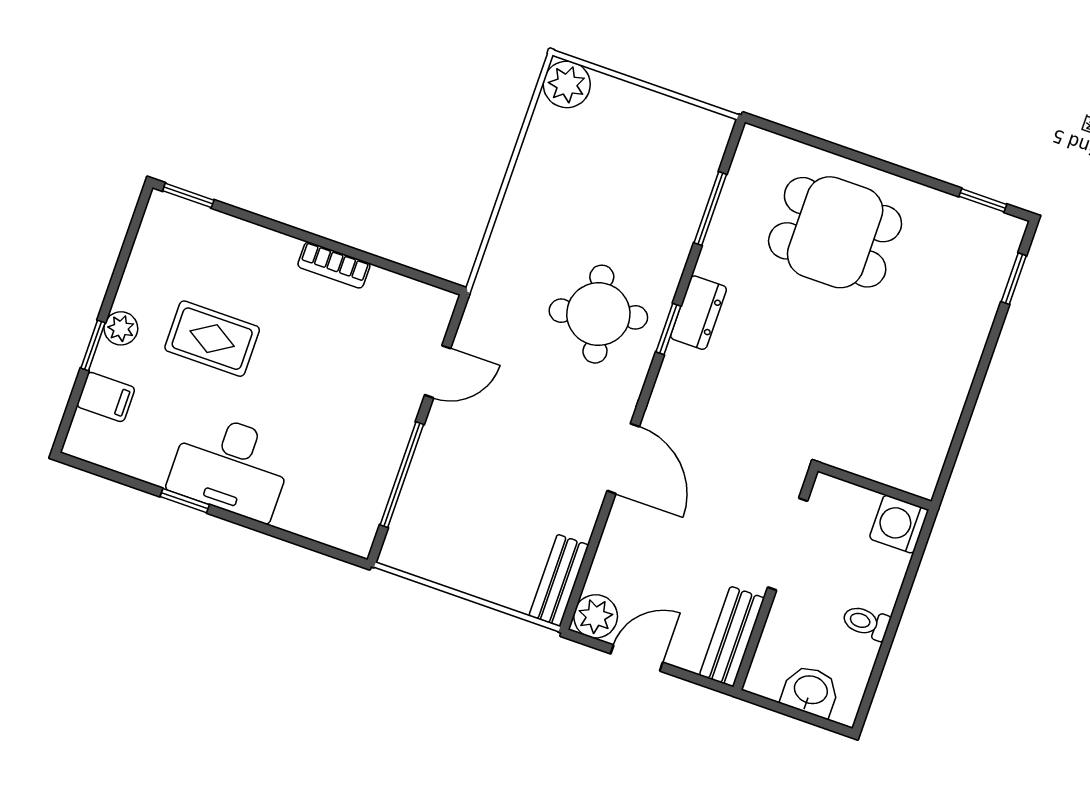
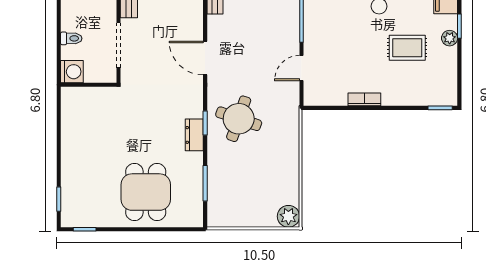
dining table: (835, 232) -> (146, 192), turned 90
round table: (598, 314) -> (239, 119), turned 33
toilet: (866, 622) -> (71, 38), moved

